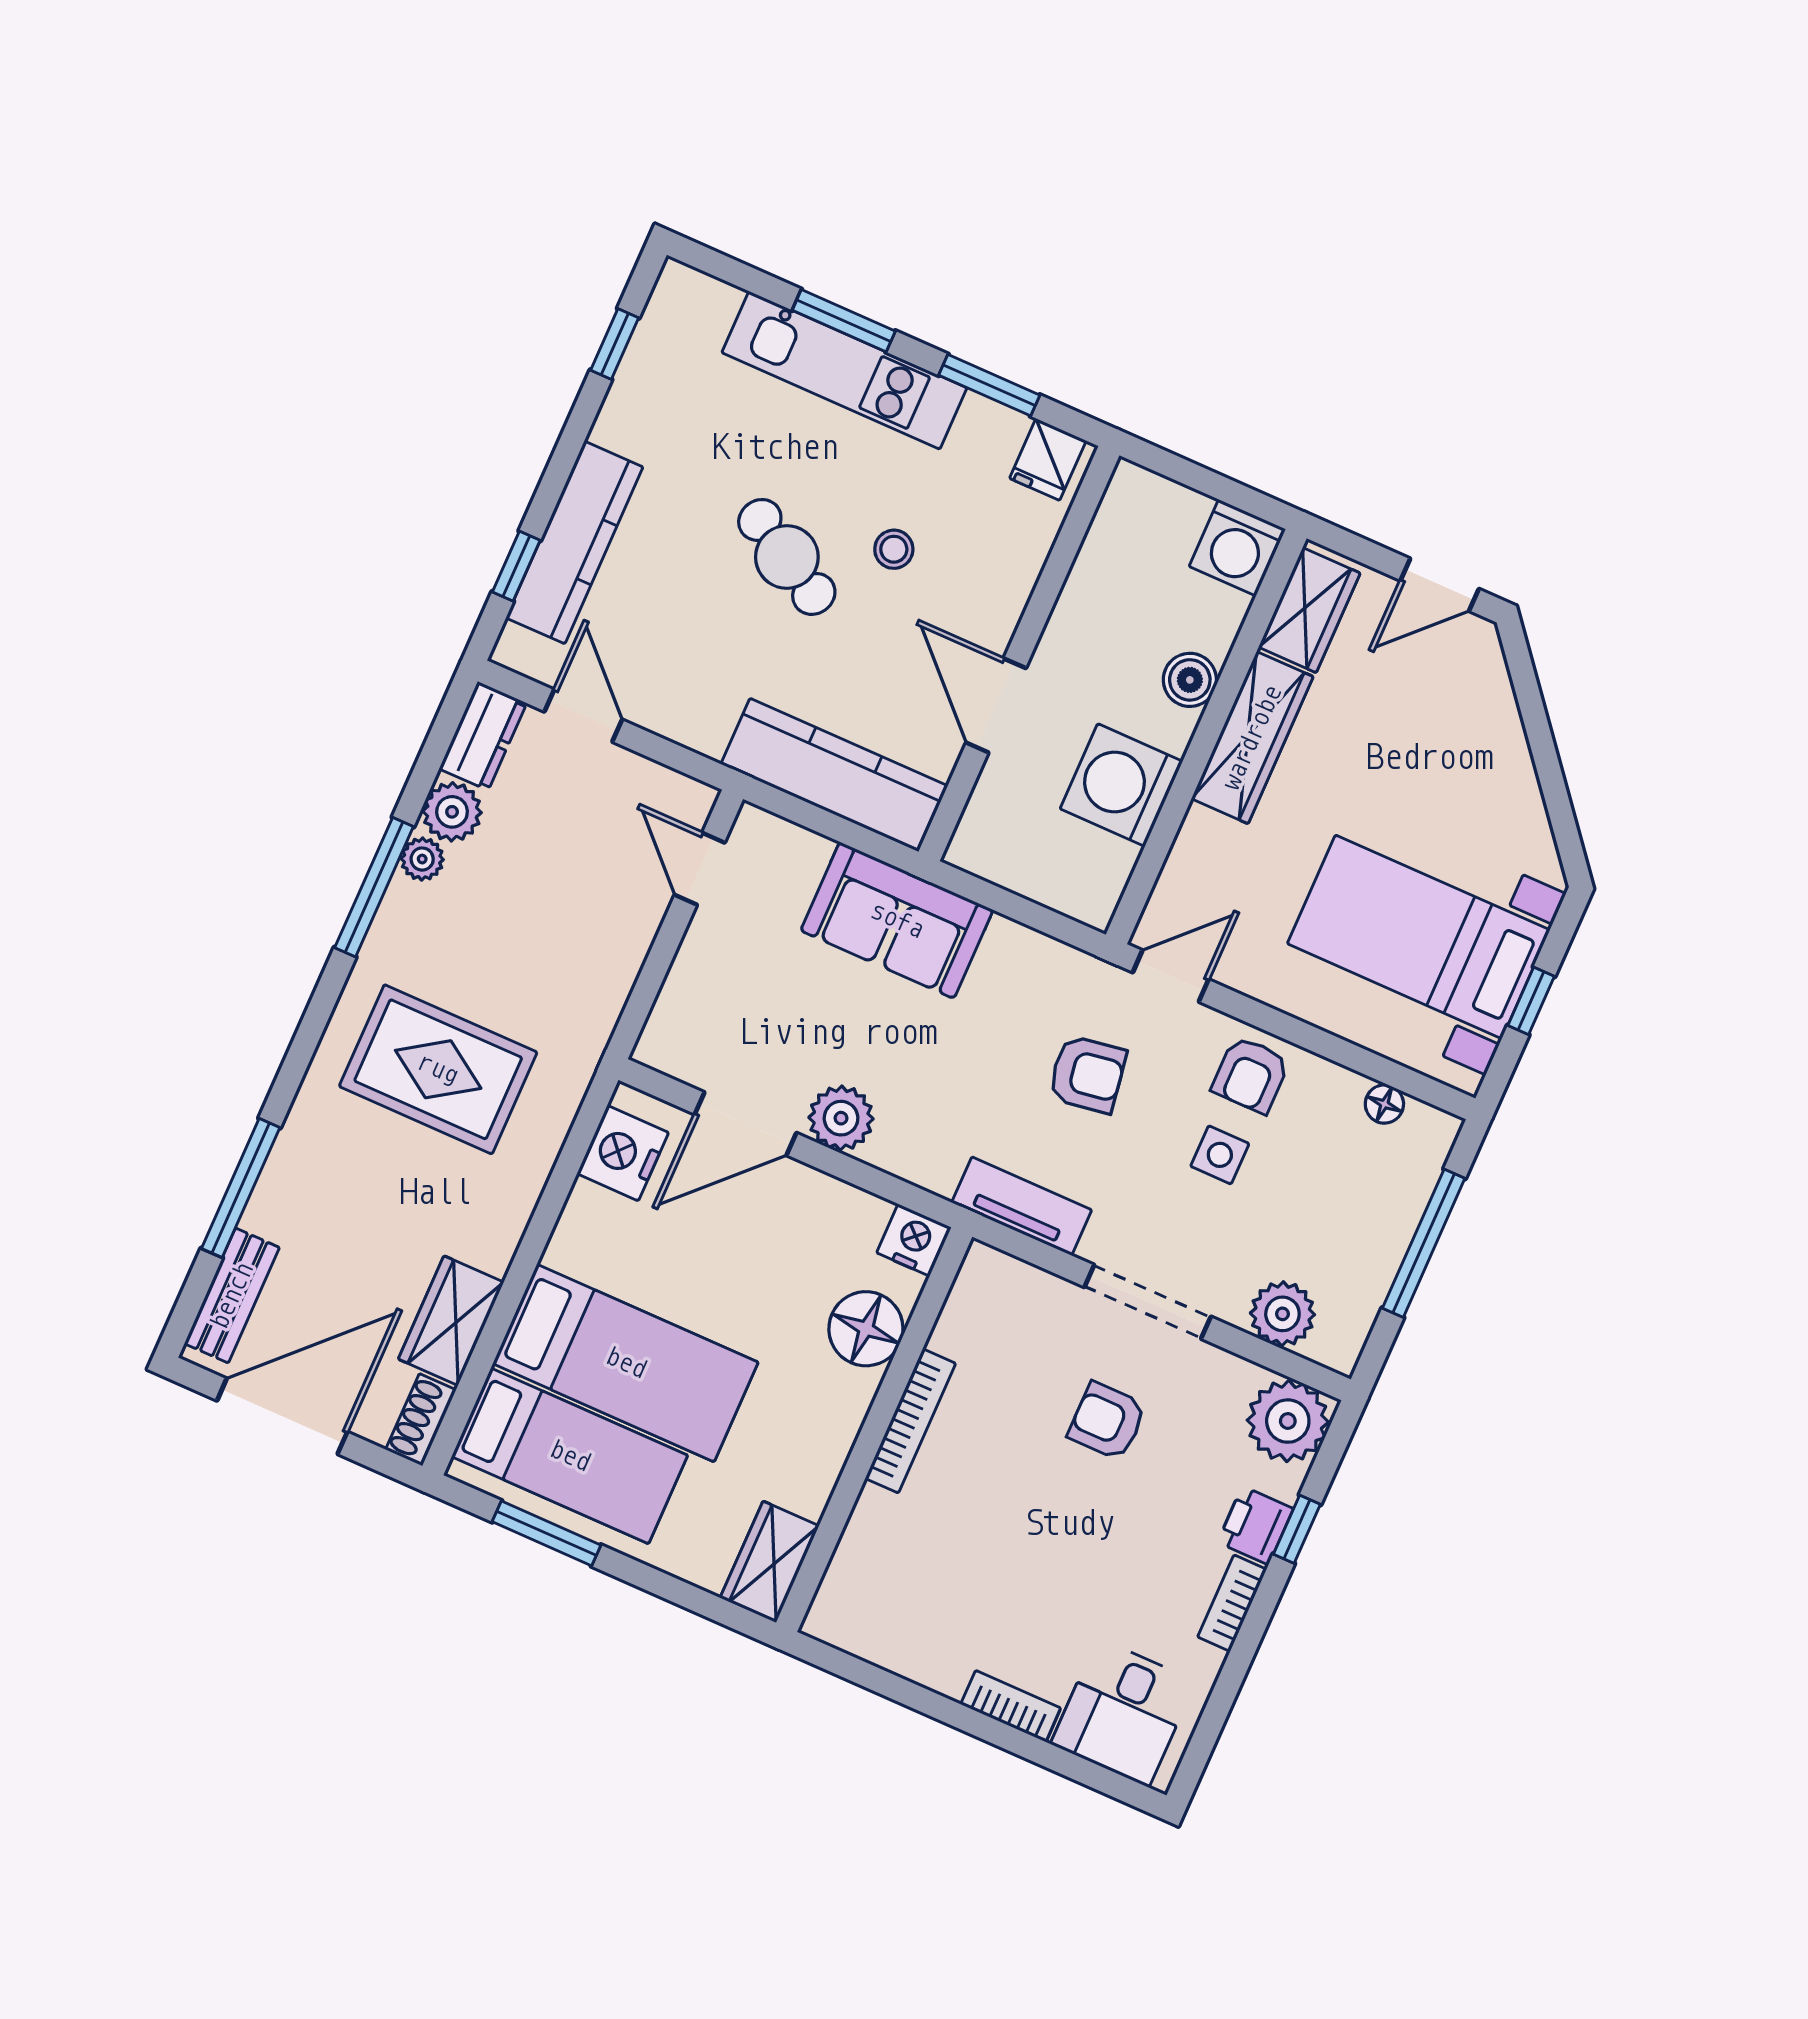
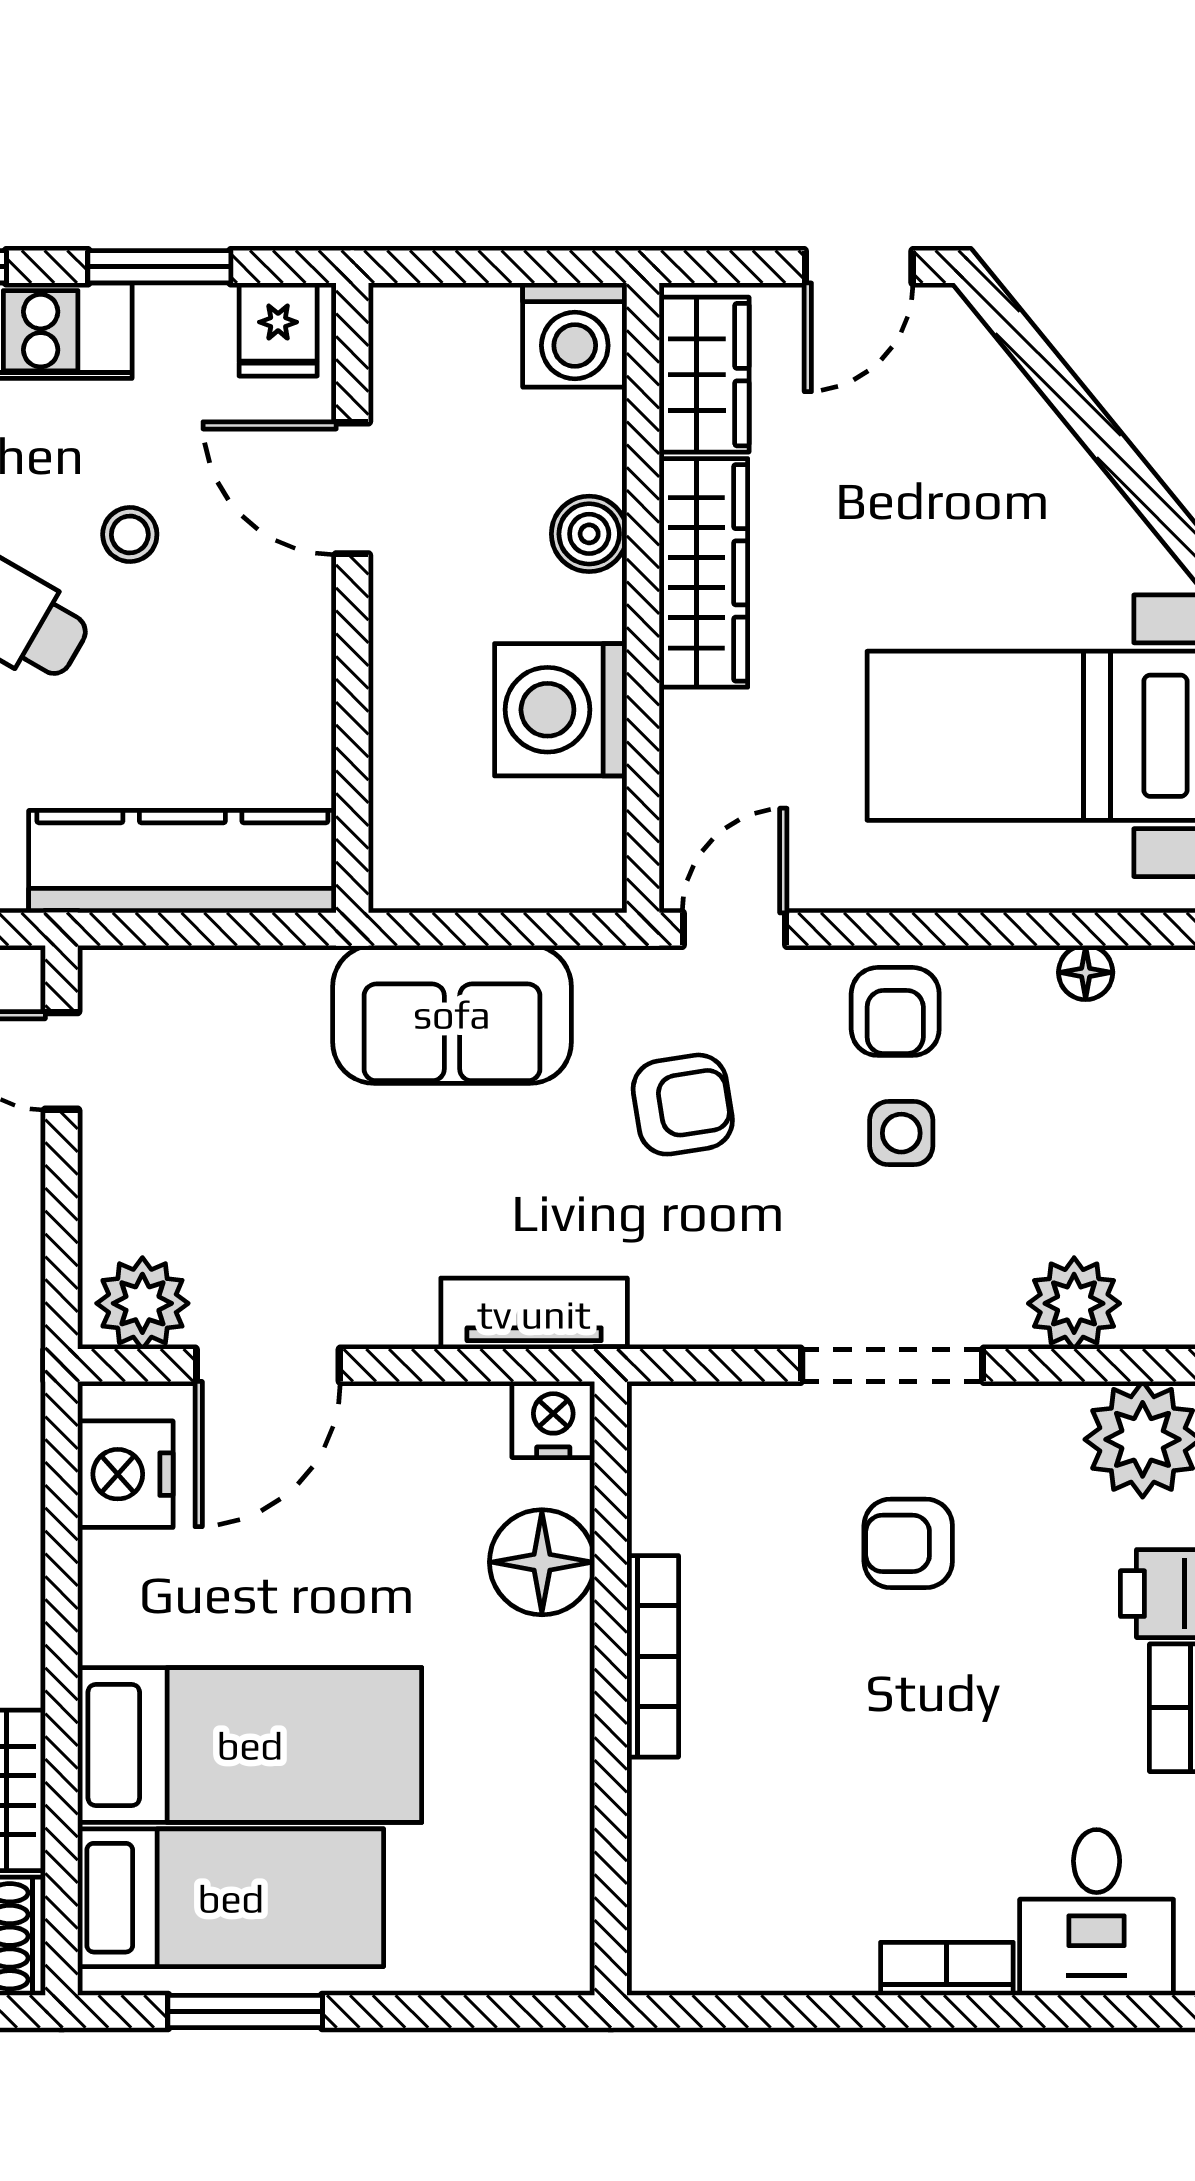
door: (996, 705) -> (352, 488), moved
sofa: (897, 920) -> (452, 1014), moved
plant: (841, 1118) -> (142, 1303), moved
tv unit: (1022, 1206) -> (534, 1314), moved
wardrobe: (770, 1562) -> (551, 1920), removed

